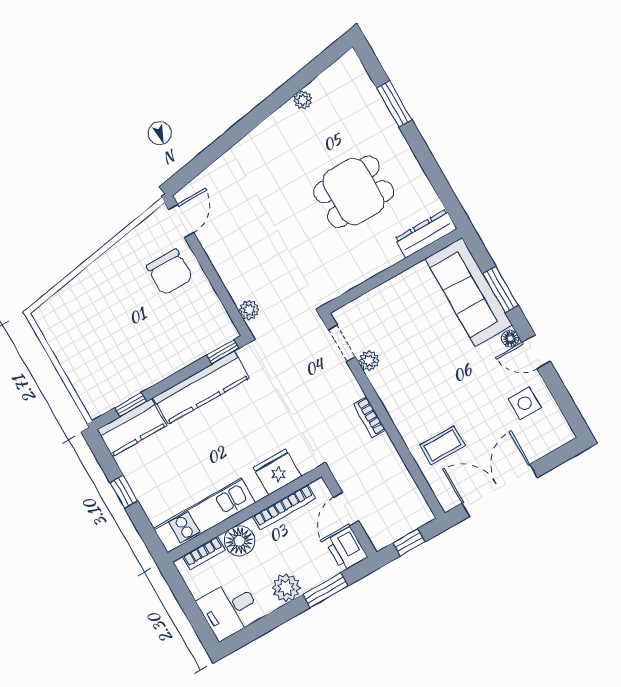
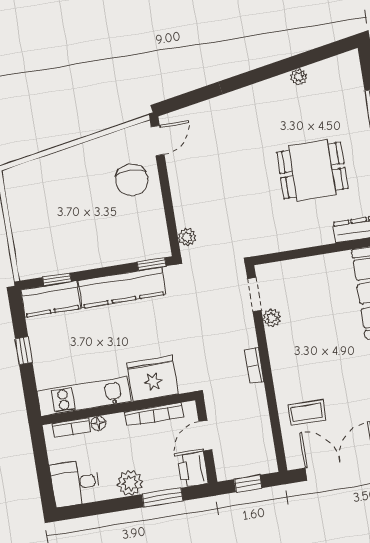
fridge: (277, 472) -> (152, 379), width x1.36, depth x1.34
floor lamp: (240, 541) -> (98, 423), width x0.53, depth x0.53

